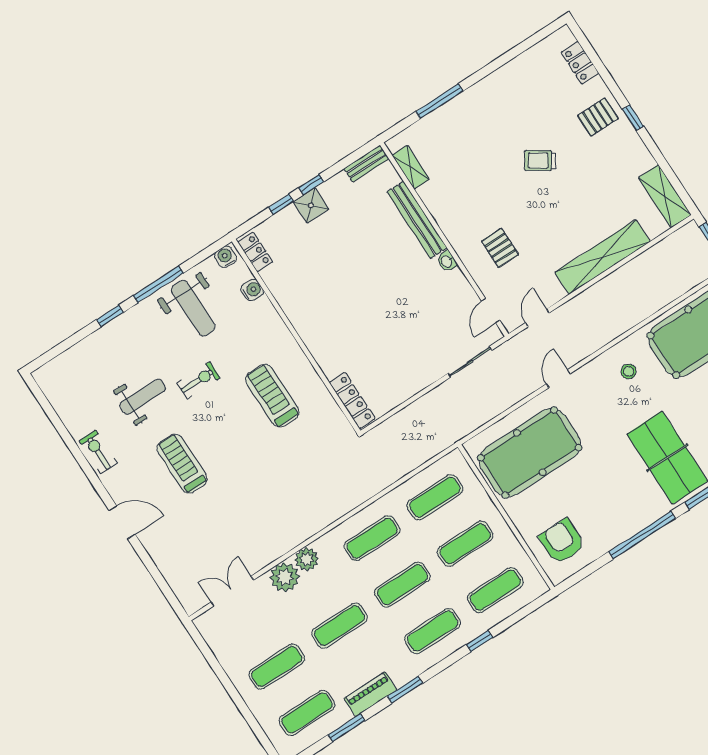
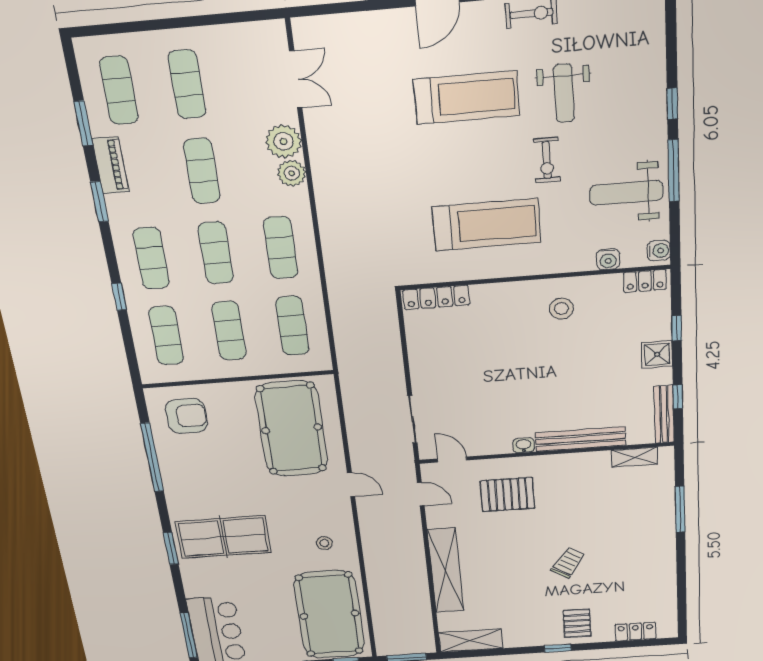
bench: (366, 164) -> (664, 414), width x1.36
window: (311, 185) -> (678, 397), moved
pallet: (500, 248) -> (507, 495), width x1.50, depth x1.42
stool: (311, 301) -> (561, 308), added
treadmill: (272, 396) -> (486, 225), width x1.37, depth x1.38
treadmill: (182, 464) -> (467, 98), width x1.37, depth x1.38
window: (642, 535) -> (152, 457), moved

